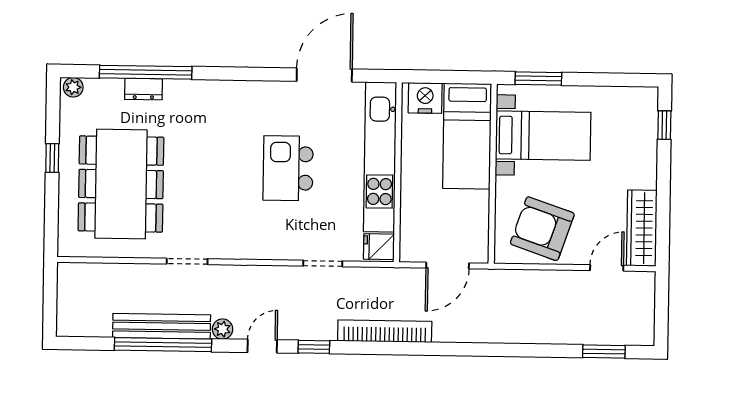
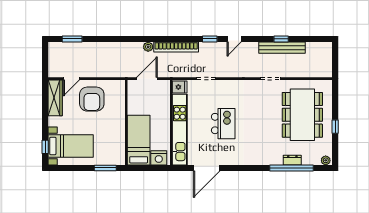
bed with nightstands: (543, 136) -> (71, 146), moved, turned 180
armchair: (542, 229) -> (92, 99), moved, turned 71
plant: (223, 329) -> (148, 47), moved
window: (163, 345) -> (281, 39), width x0.32

